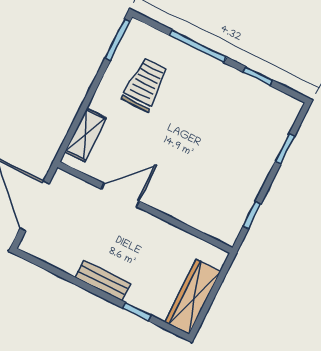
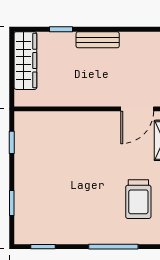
window: (258, 76) -> (43, 247), moved
door: (120, 195) -> (137, 109), moved

